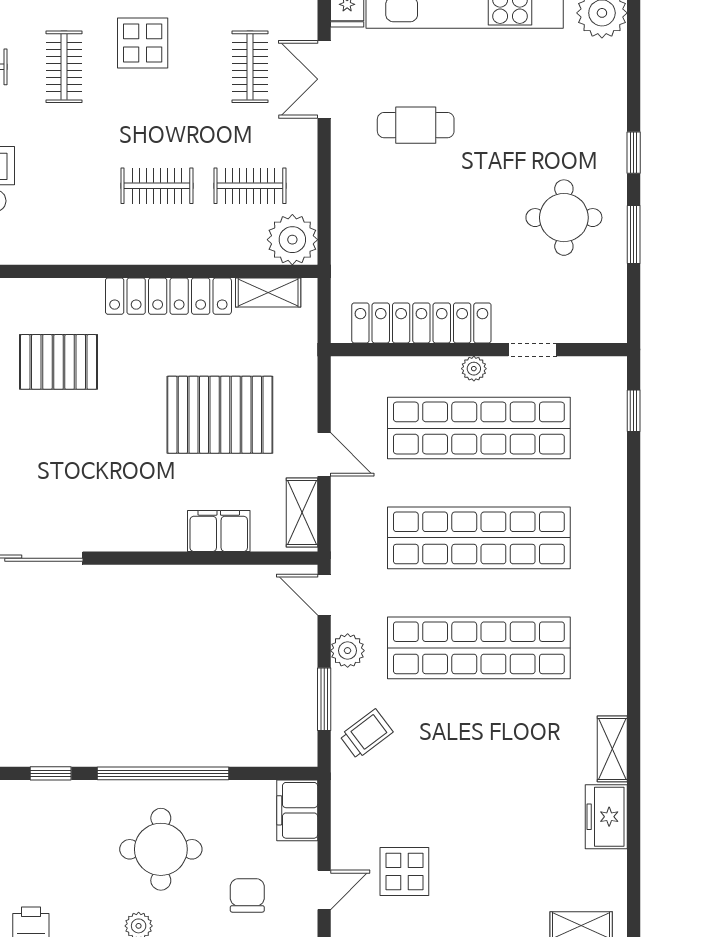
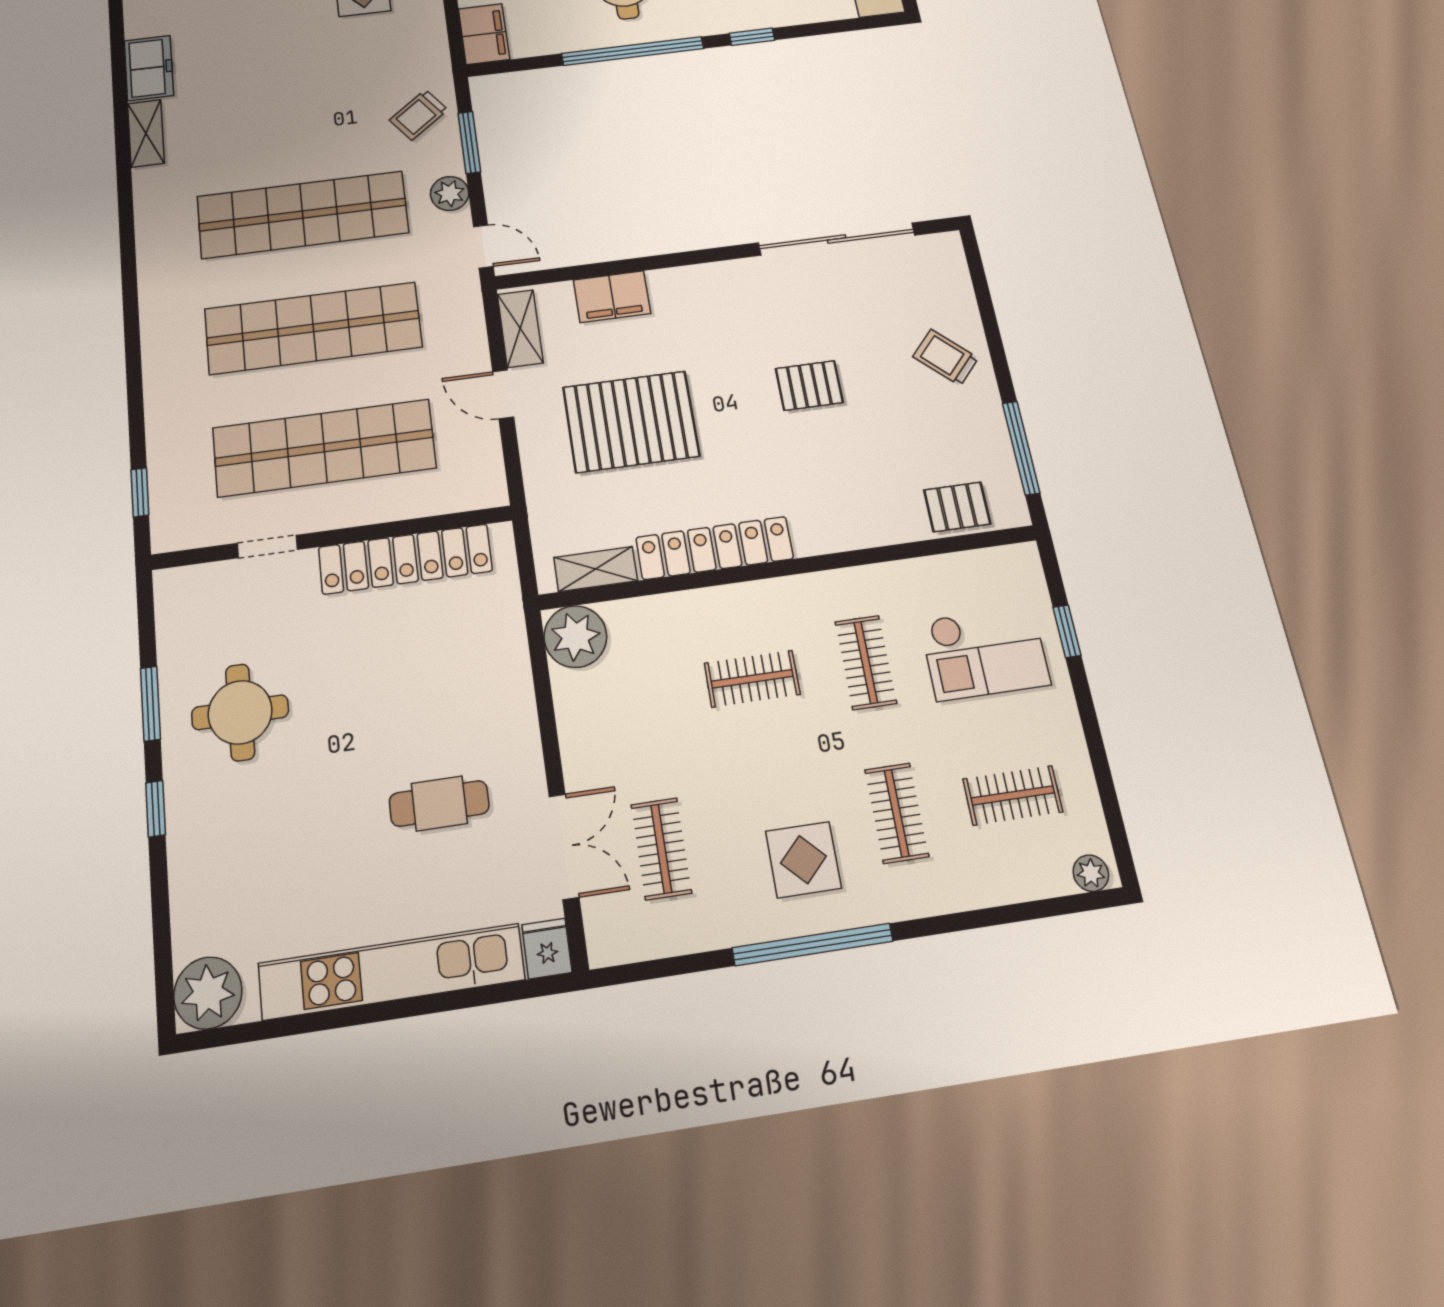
clothes rail: (250, 186) -> (866, 662), moved, turned 90
pallet: (59, 362) -> (809, 386), moved, width x0.67, depth x0.71
plant: (474, 369) -> (337, 515), removed

